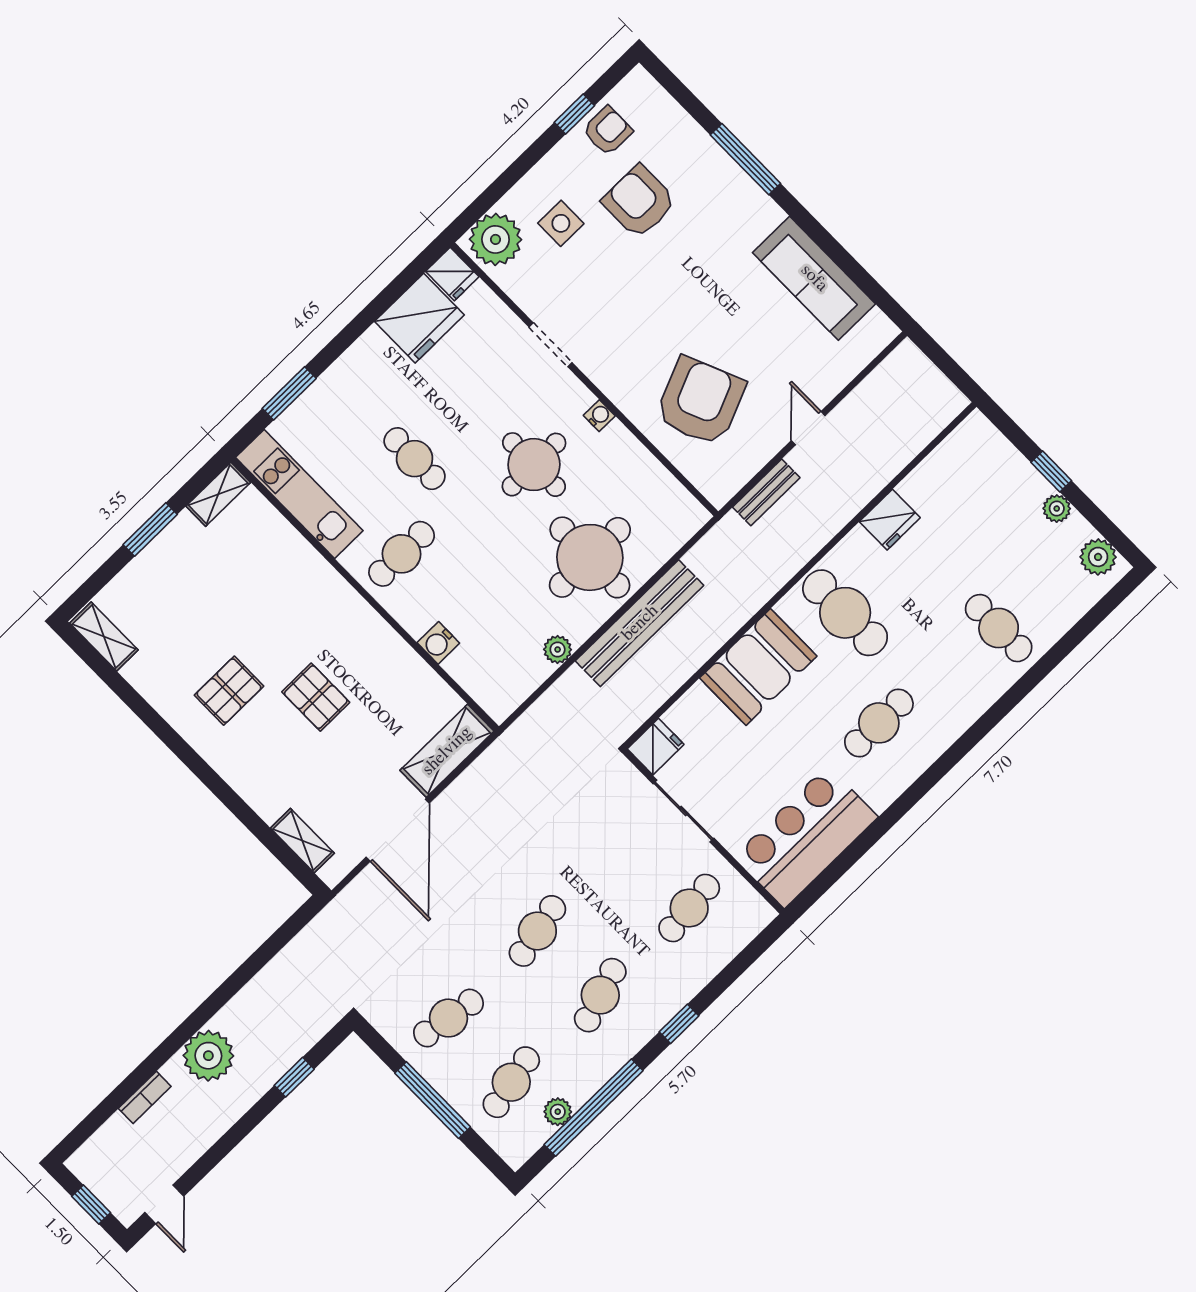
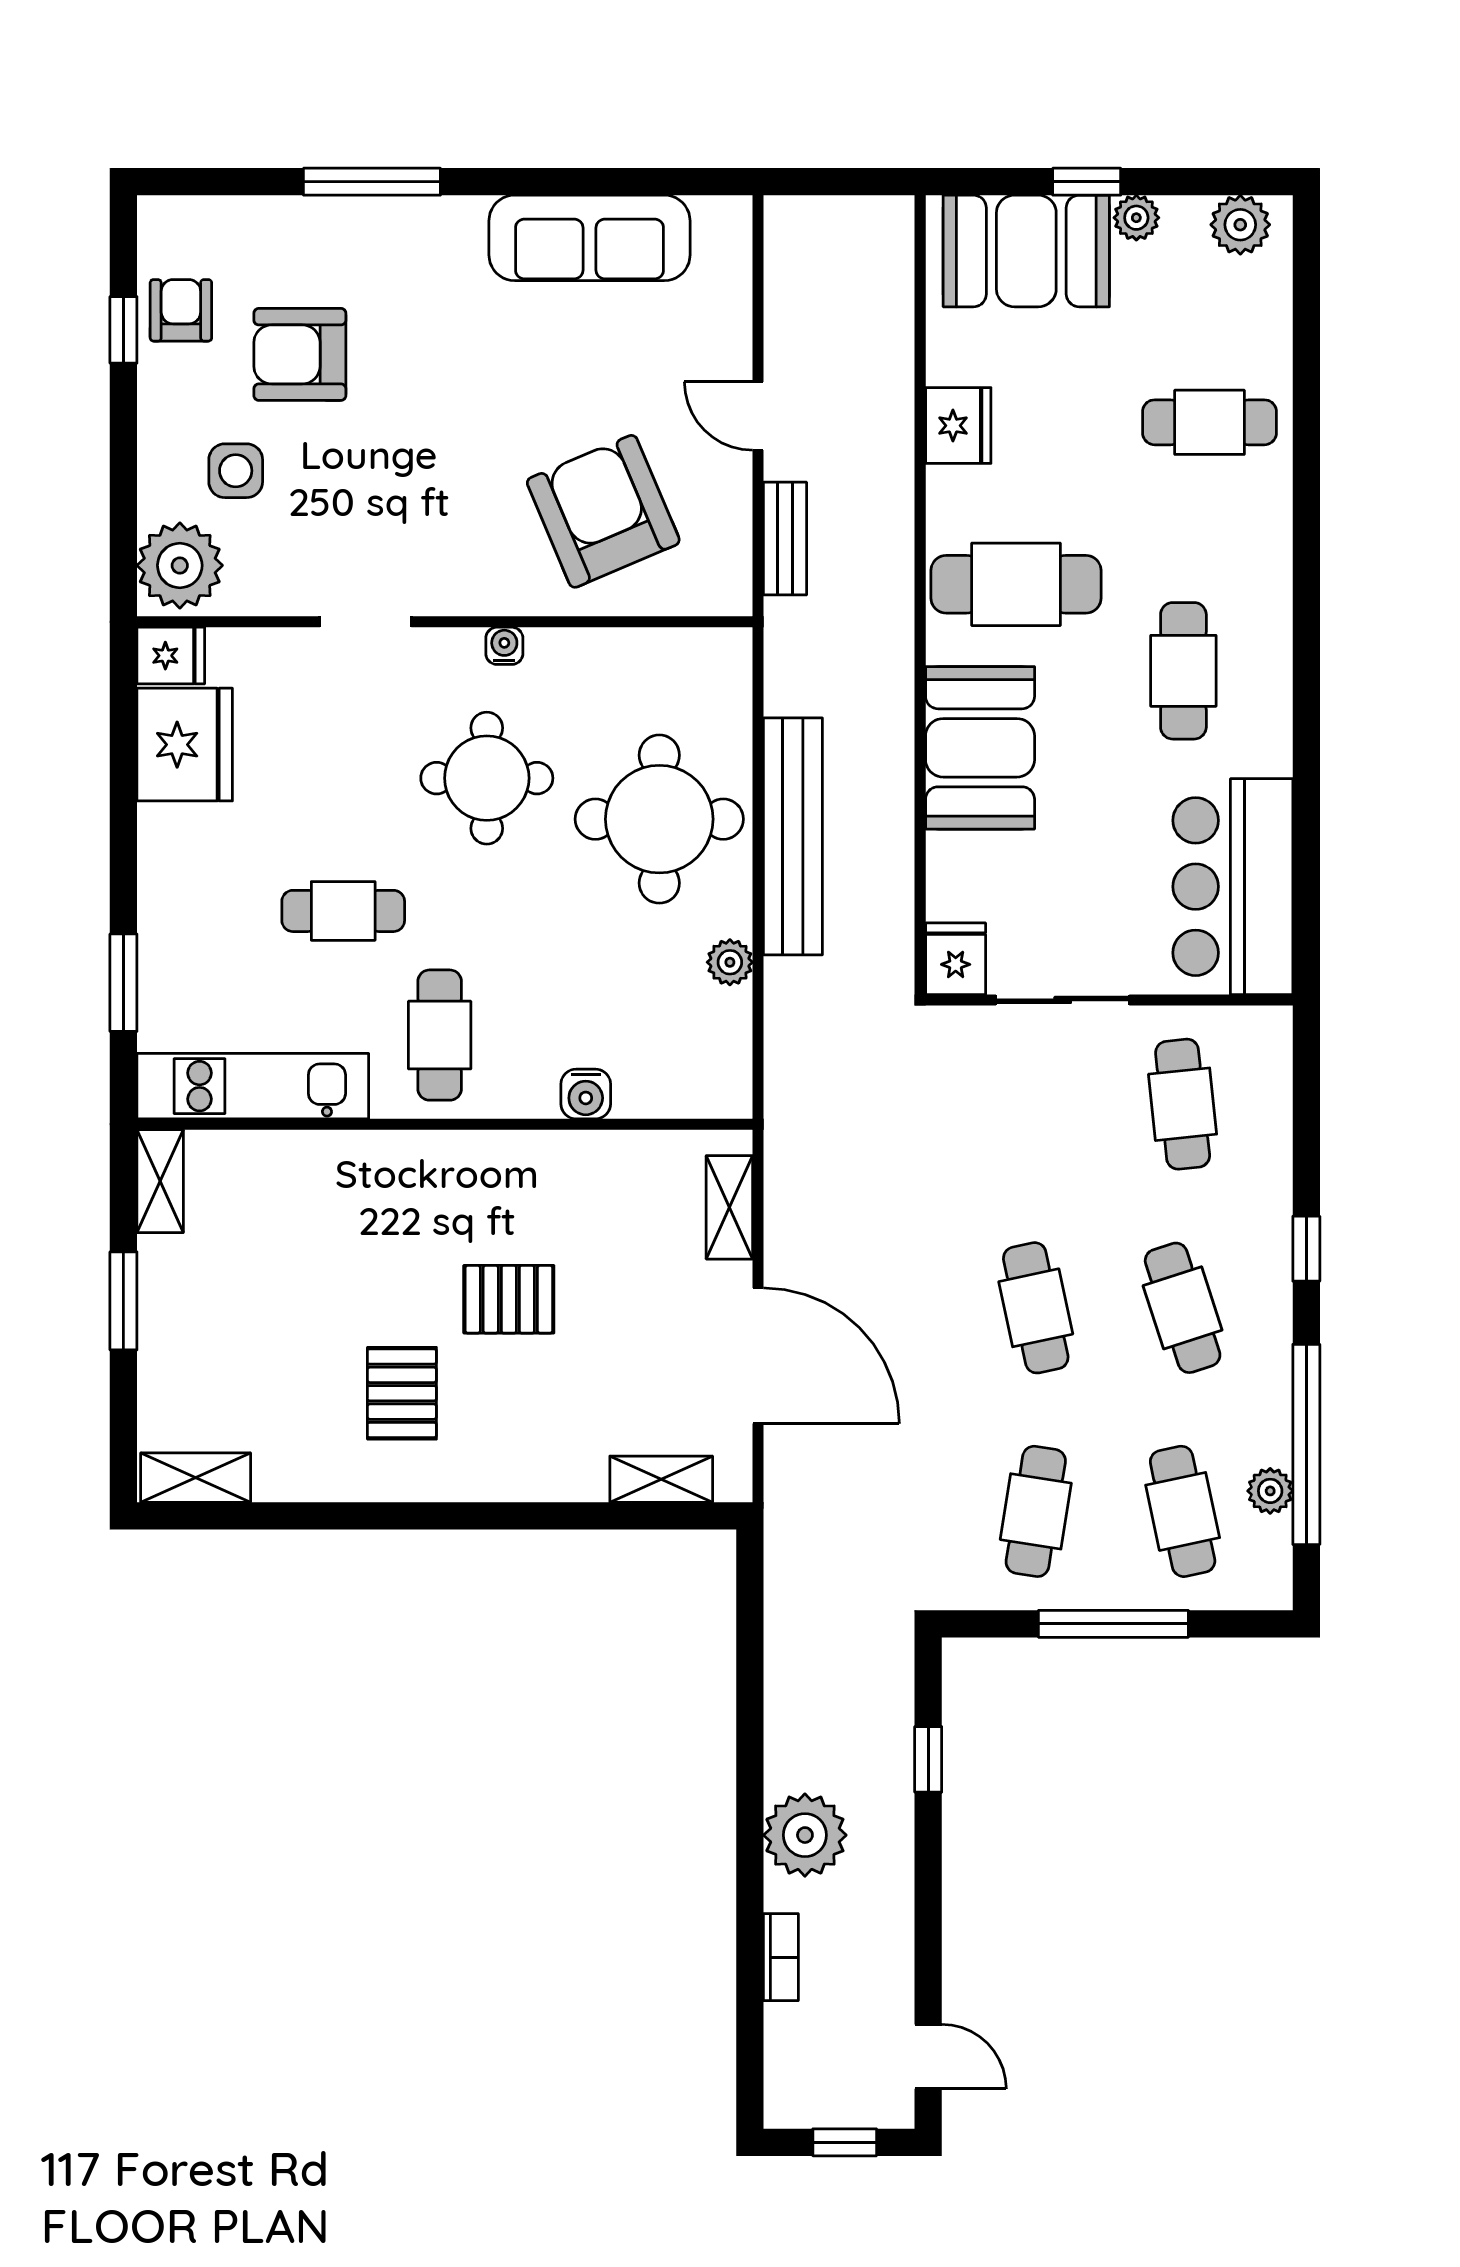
booth: (995, 475) -> (1026, 251), added
shelving: (447, 751) -> (729, 1207), width x0.67, depth x0.75

